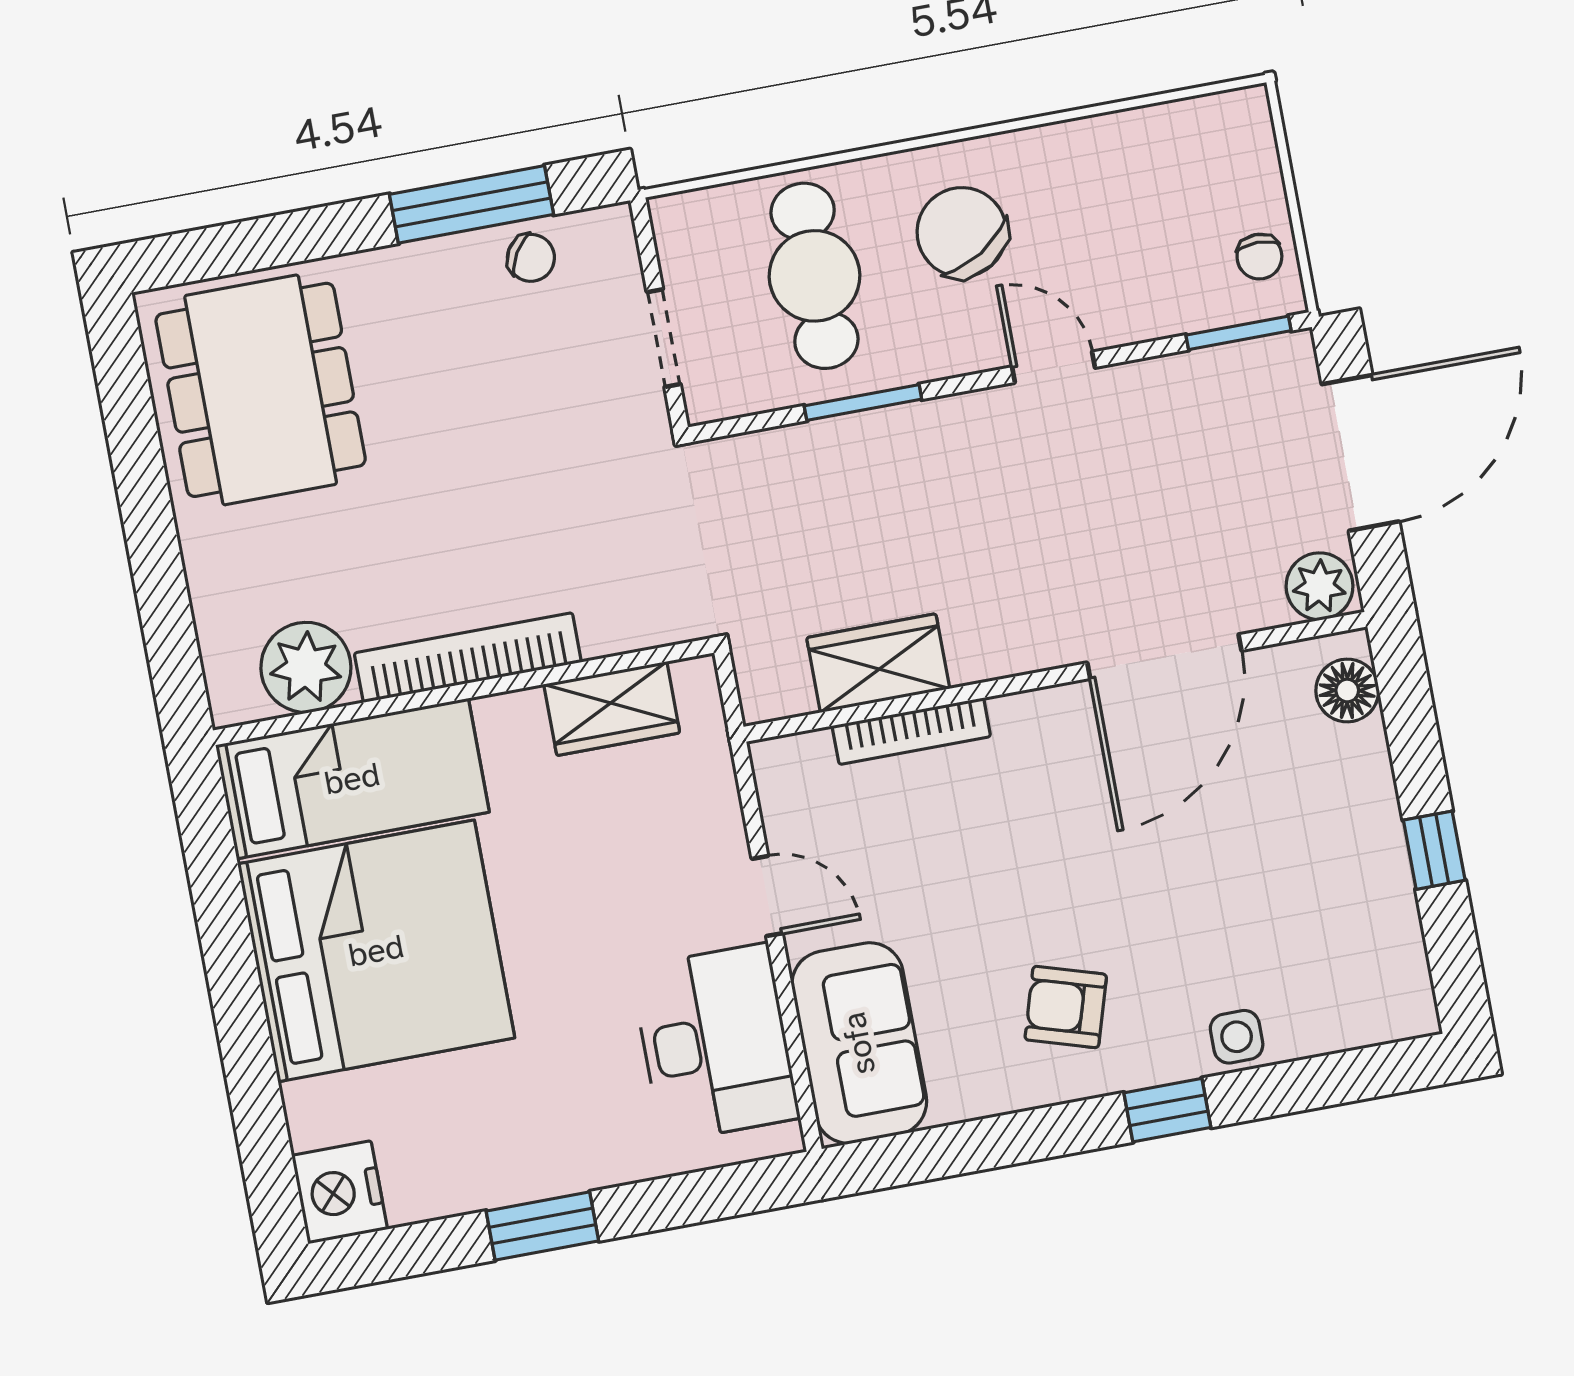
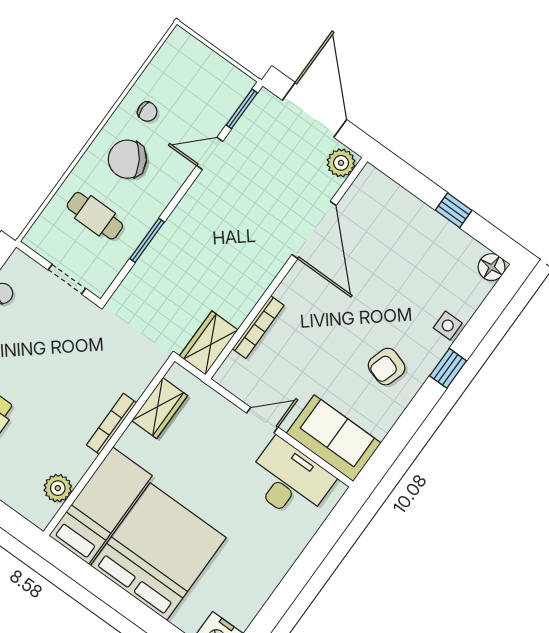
chair: (1259, 257) -> (147, 112), moved
cafe table: (815, 276) -> (95, 216), width x0.73, depth x0.74
door: (1053, 367) -> (210, 153), moved
bookcase: (468, 658) -> (111, 424), width x0.68, depth x0.76
wardrobe: (878, 663) -> (209, 343), moved
plant: (306, 667) -> (58, 488), width x0.73, depth x0.73
floor lamp: (1347, 691) -> (492, 267), moved
window: (542, 1226) -> (290, 587), removed

